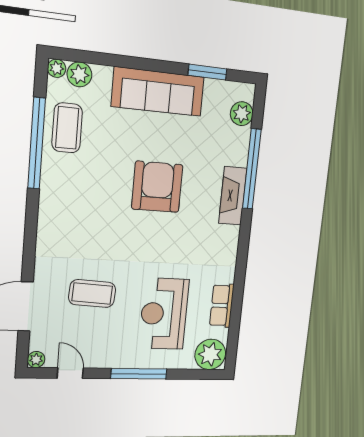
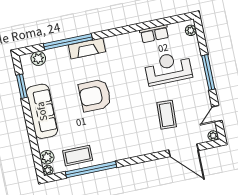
reception desk: (164, 314) -> (168, 68), turned 180
plant: (210, 354) -> (191, 30), width x0.53, depth x0.53

